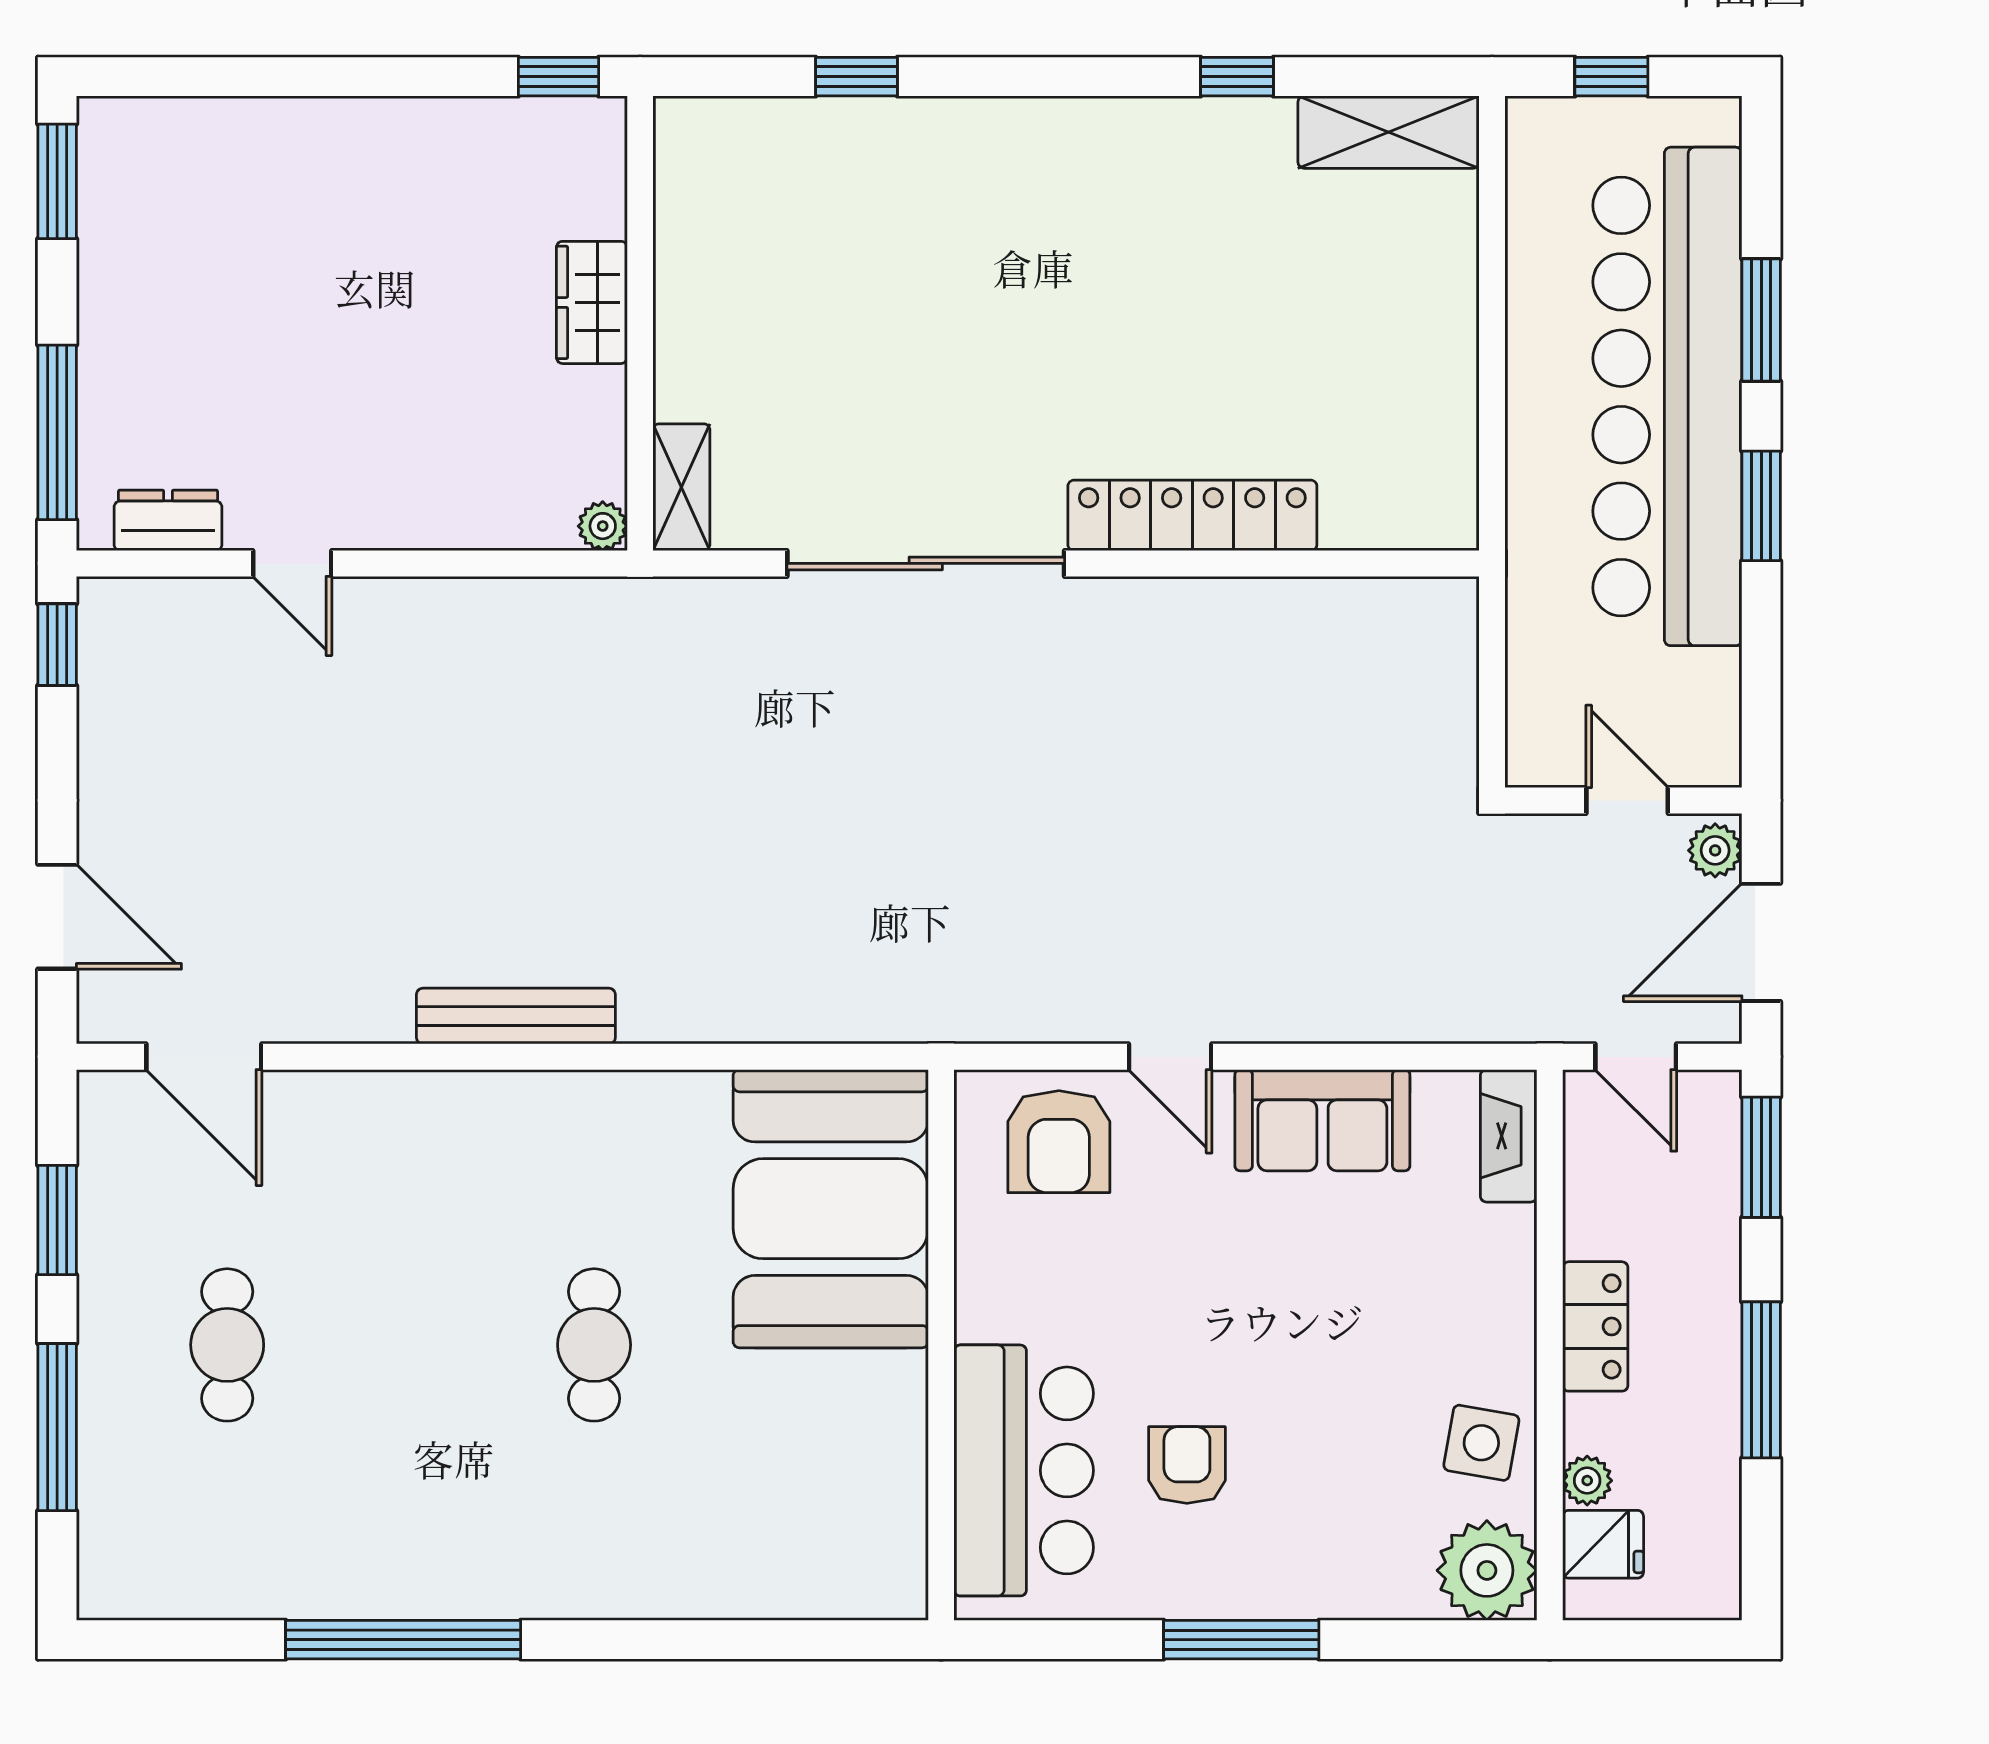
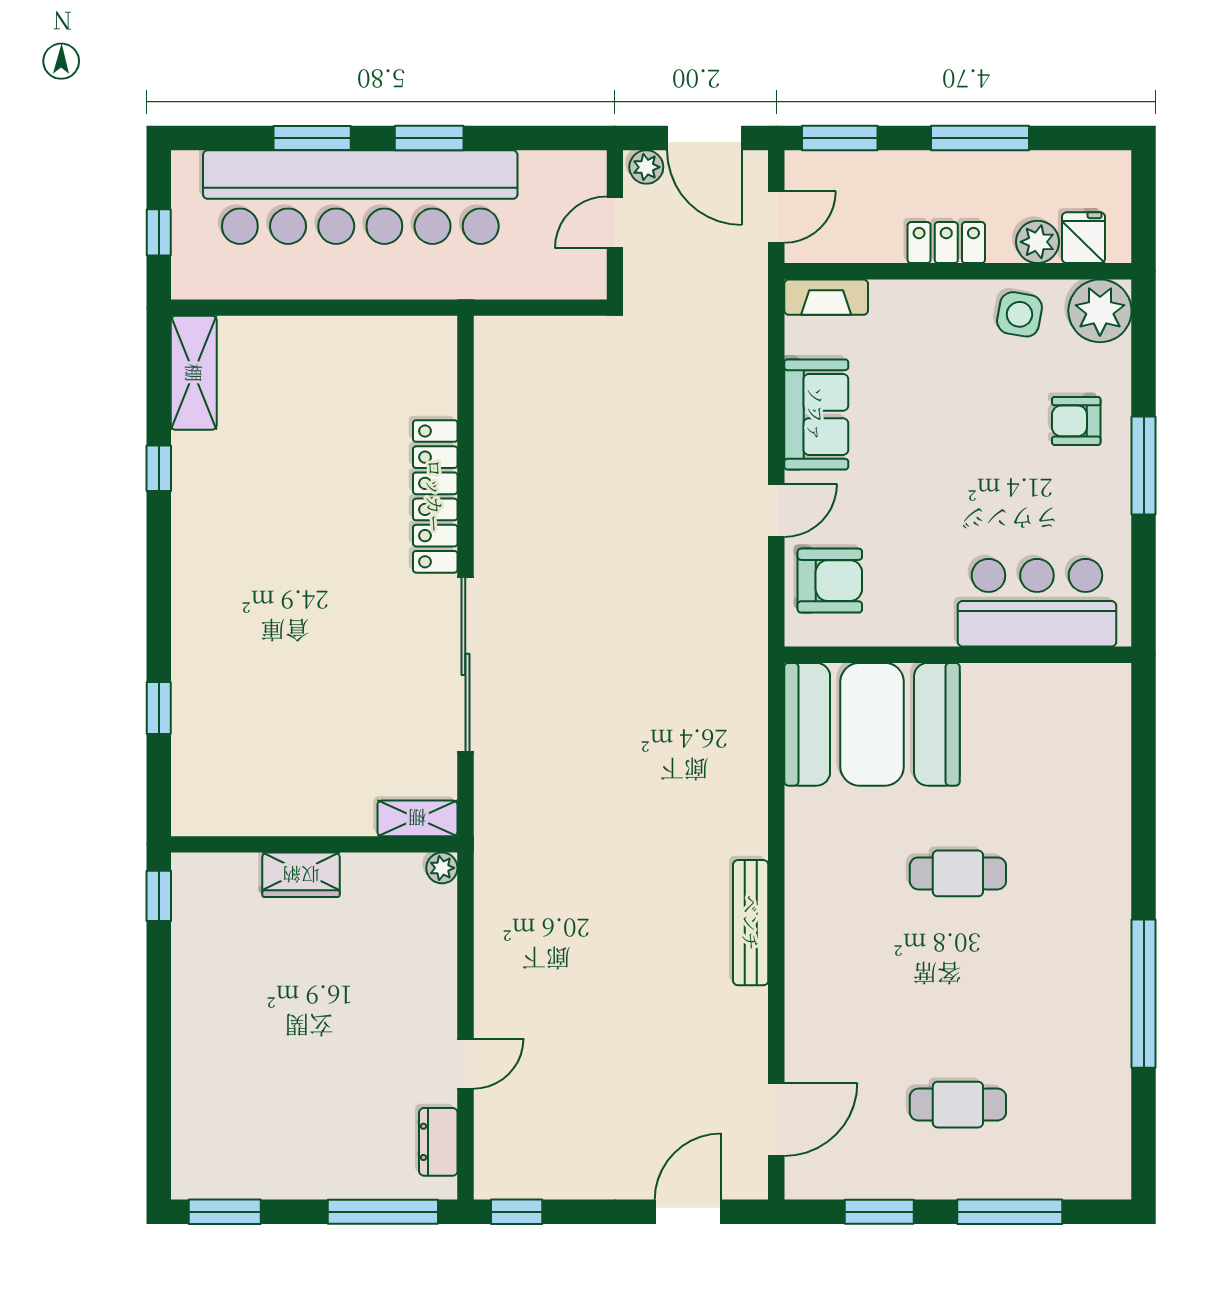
armchair: (1187, 1465) -> (1076, 421), moved
plant: (1587, 1481) -> (1038, 242), width x1.38, depth x1.38

